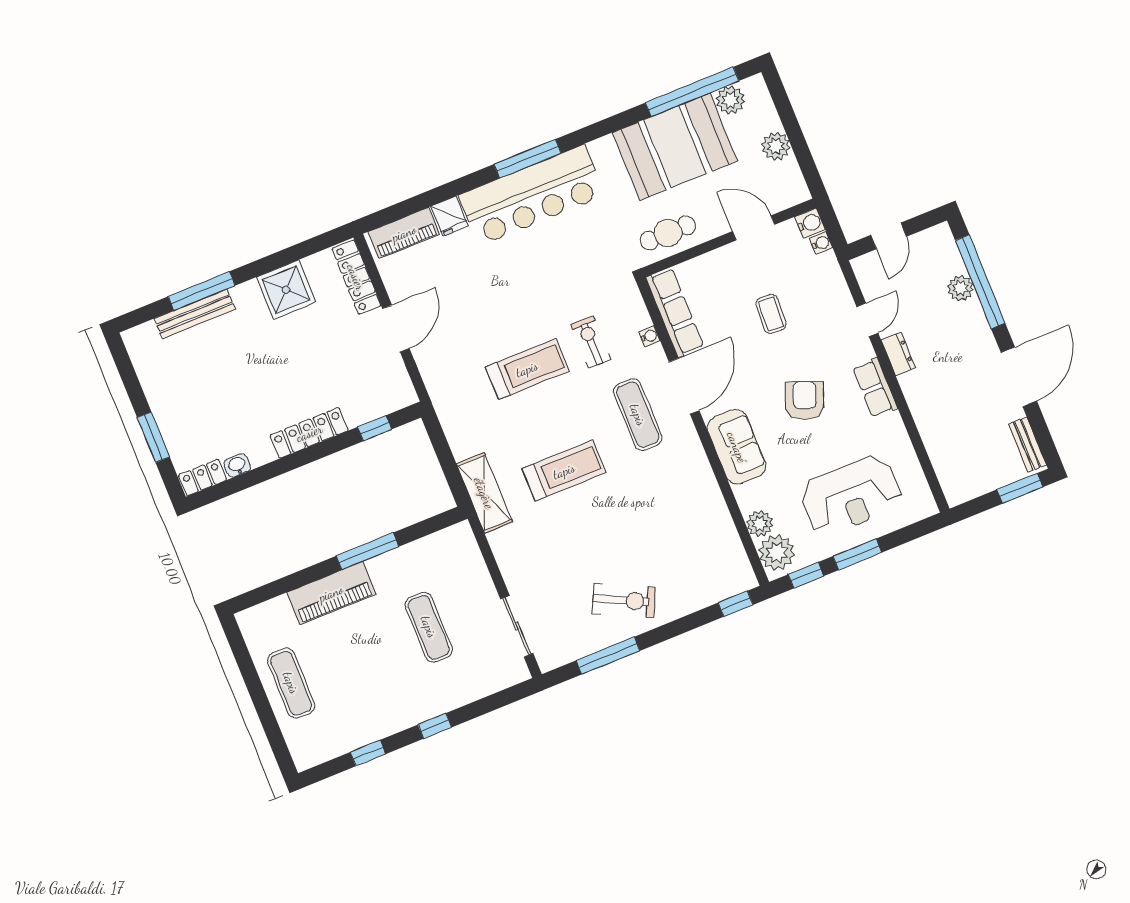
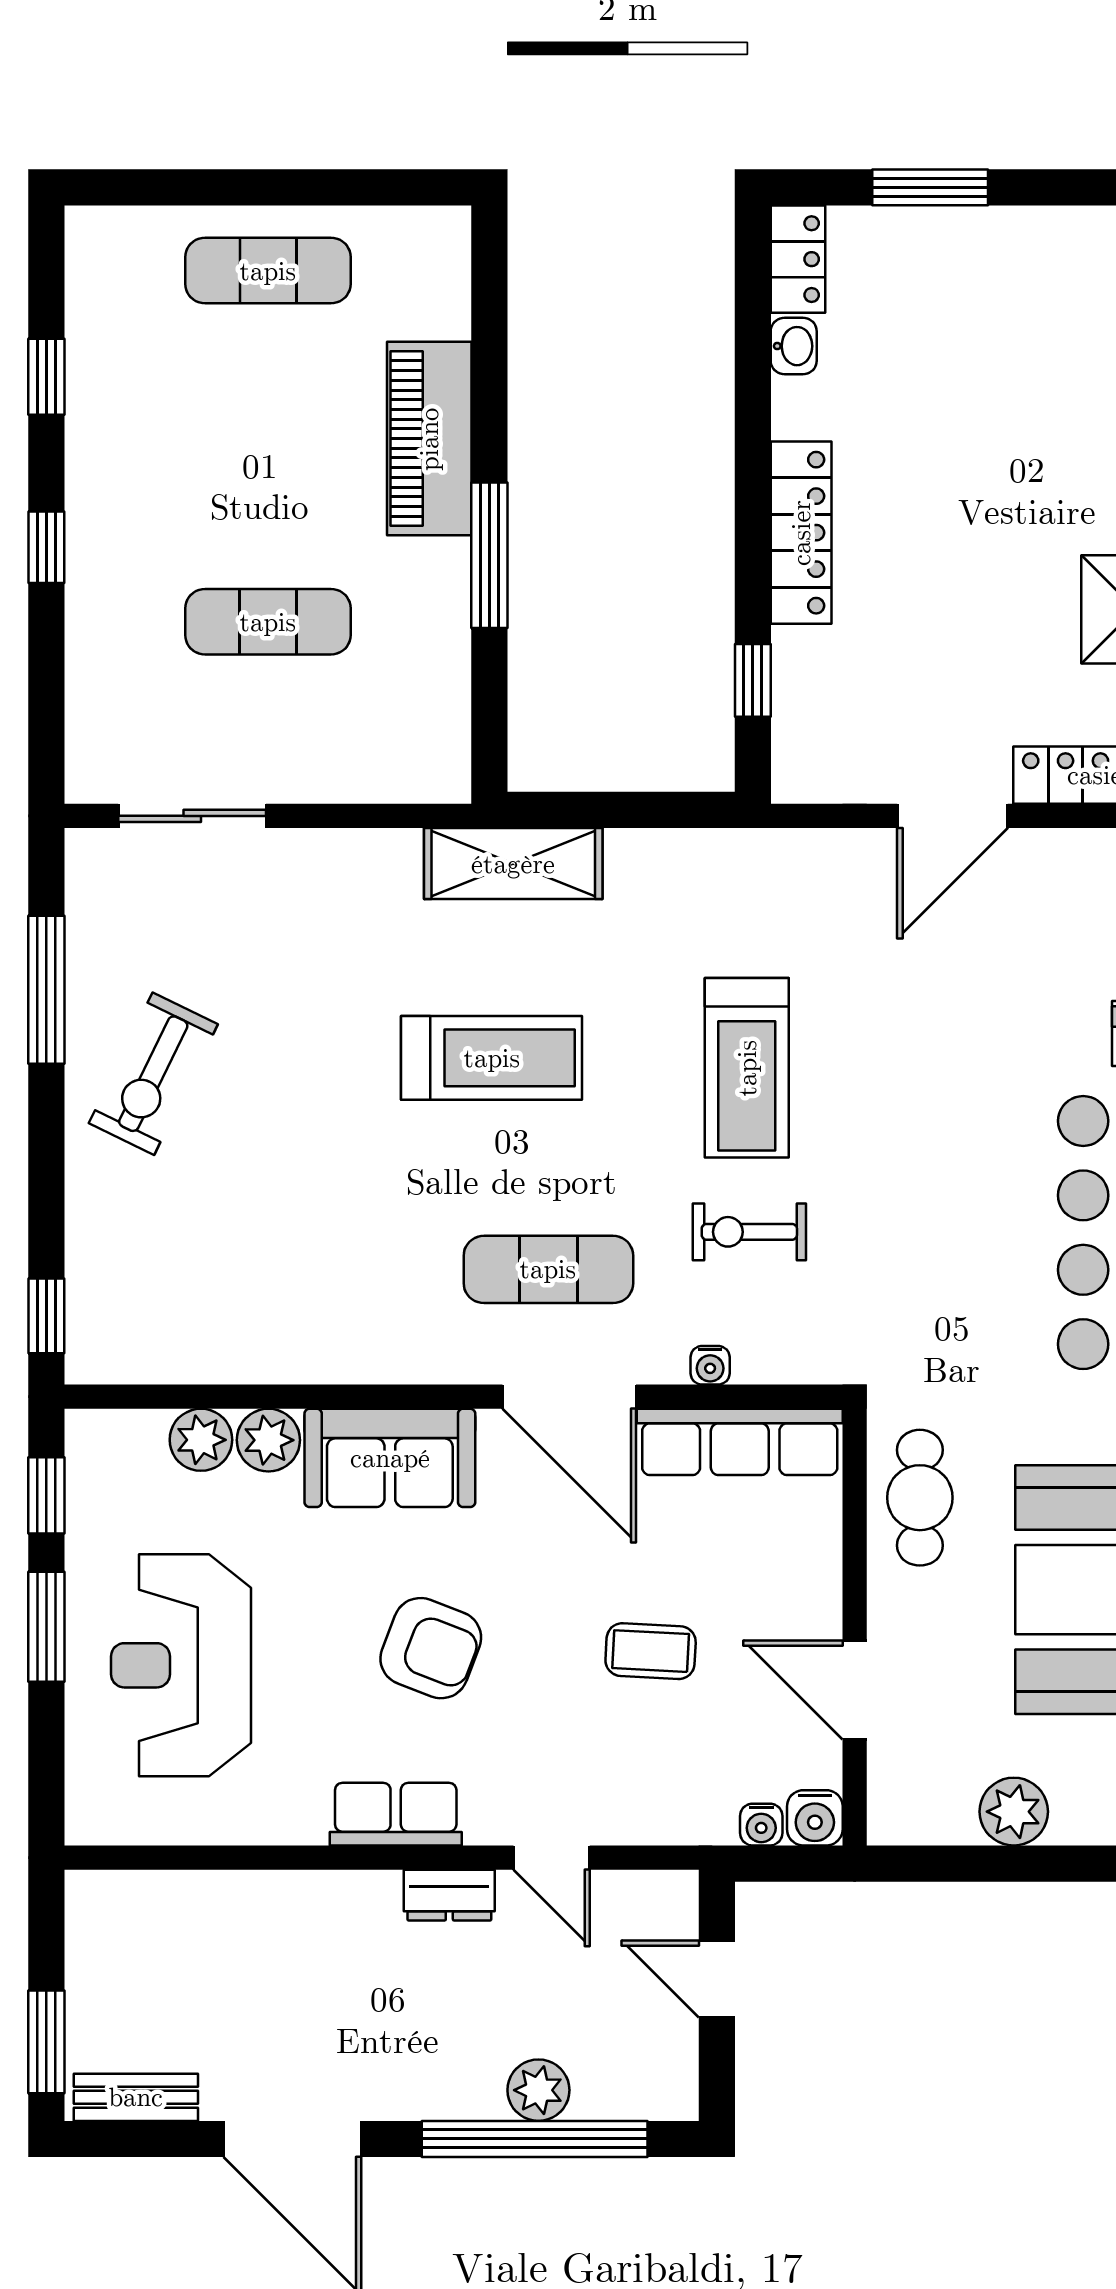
door: (754, 228) -> (855, 1690), swing flipped
door: (396, 328) -> (953, 816), hinge flipped
exercise bike: (591, 342) -> (749, 1232), turned 180
treadmill: (564, 471) -> (492, 1058), turned -90
plant: (777, 553) -> (268, 1440), moved, width x0.73, depth x0.73

